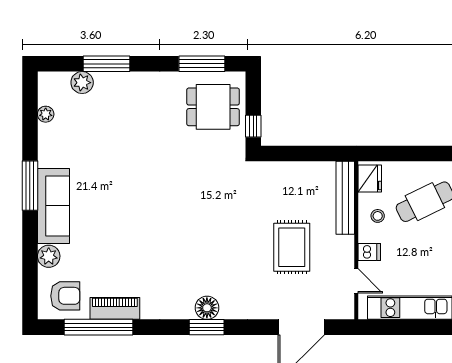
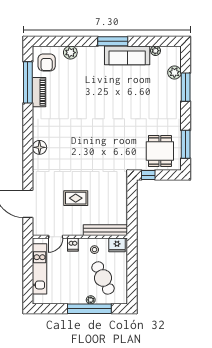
sofa: (53, 206) -> (127, 55), moved
rug: (292, 247) -> (76, 198), width x0.73, depth x0.70
window: (207, 327) -> (28, 147), removed

